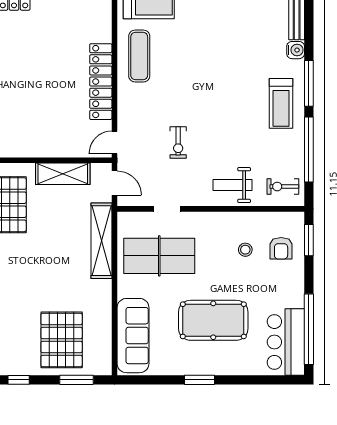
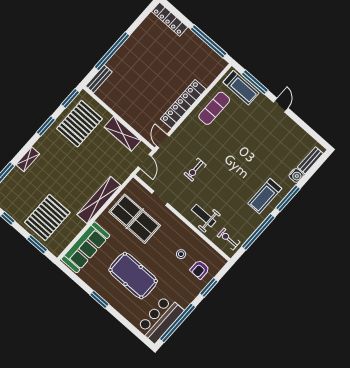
door: (114, 142) -> (163, 141), hinge flipped
window: (309, 240) -> (209, 288), moved
shelving: (101, 241) -> (99, 200), moved

